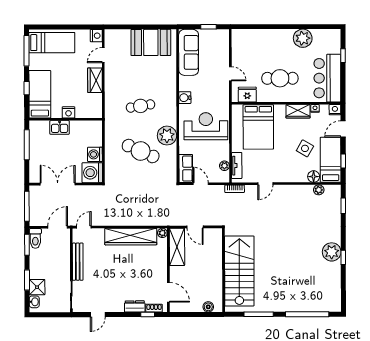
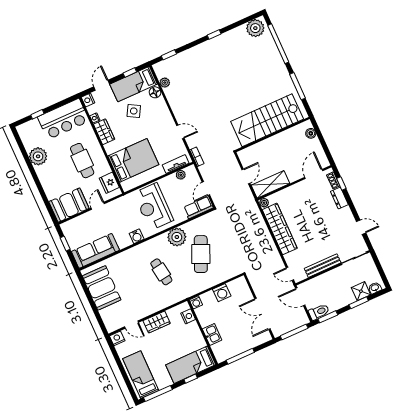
booth: (243, 47) -> (69, 205), added
nightstand: (68, 112) -> (188, 316), moved
door: (343, 129) -> (102, 85), swing flipped
washing machine: (92, 173) -> (196, 302), moved, width x0.53, depth x0.53
plant: (332, 252) -> (255, 28), moved

